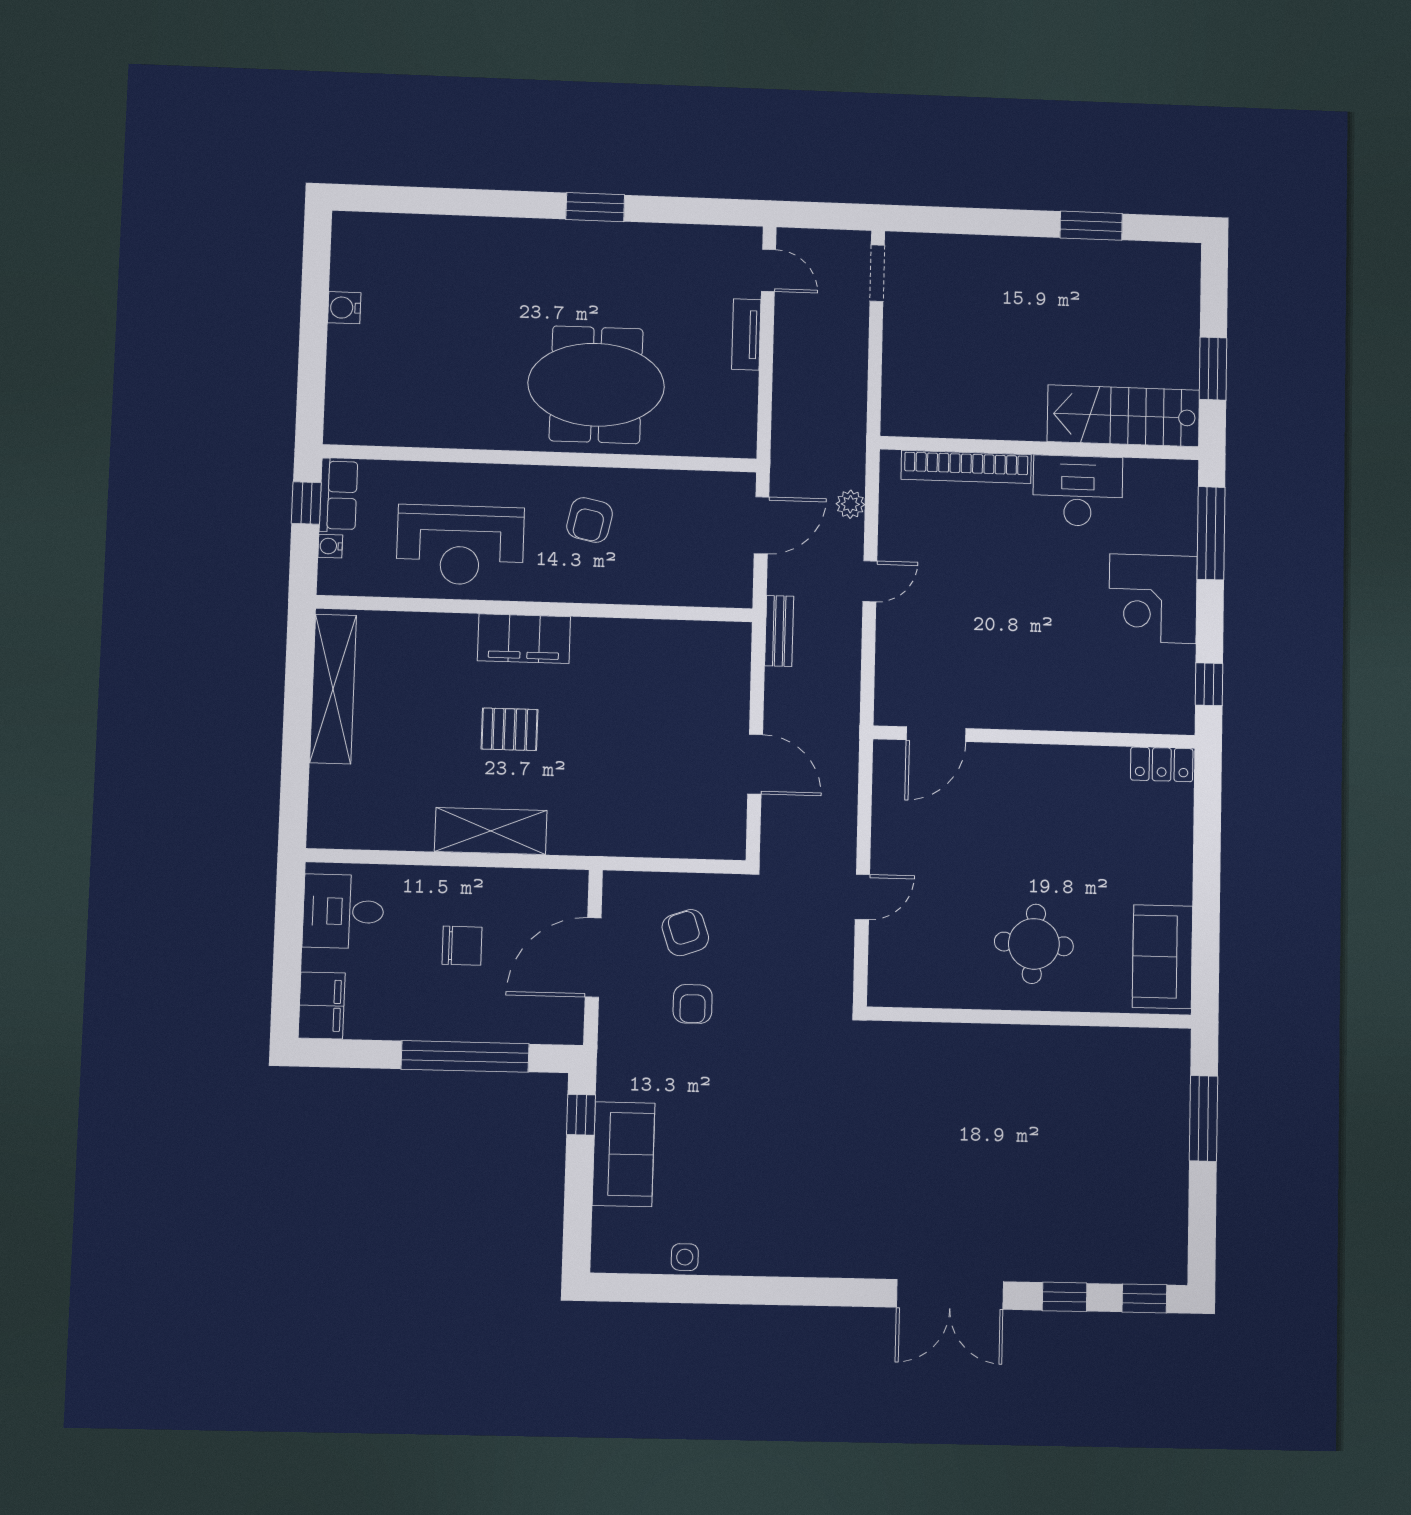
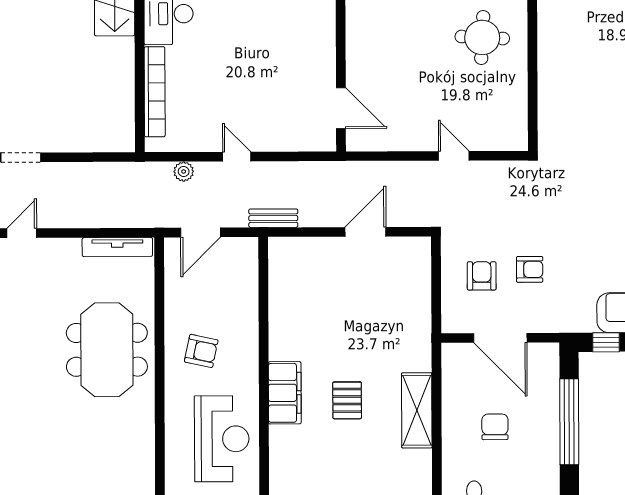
tv unit: (746, 334) -> (117, 247), moved, width x1.41
door: (762, 525) -> (201, 232), swing flipped
armchair: (685, 933) -> (482, 276), turned 109

